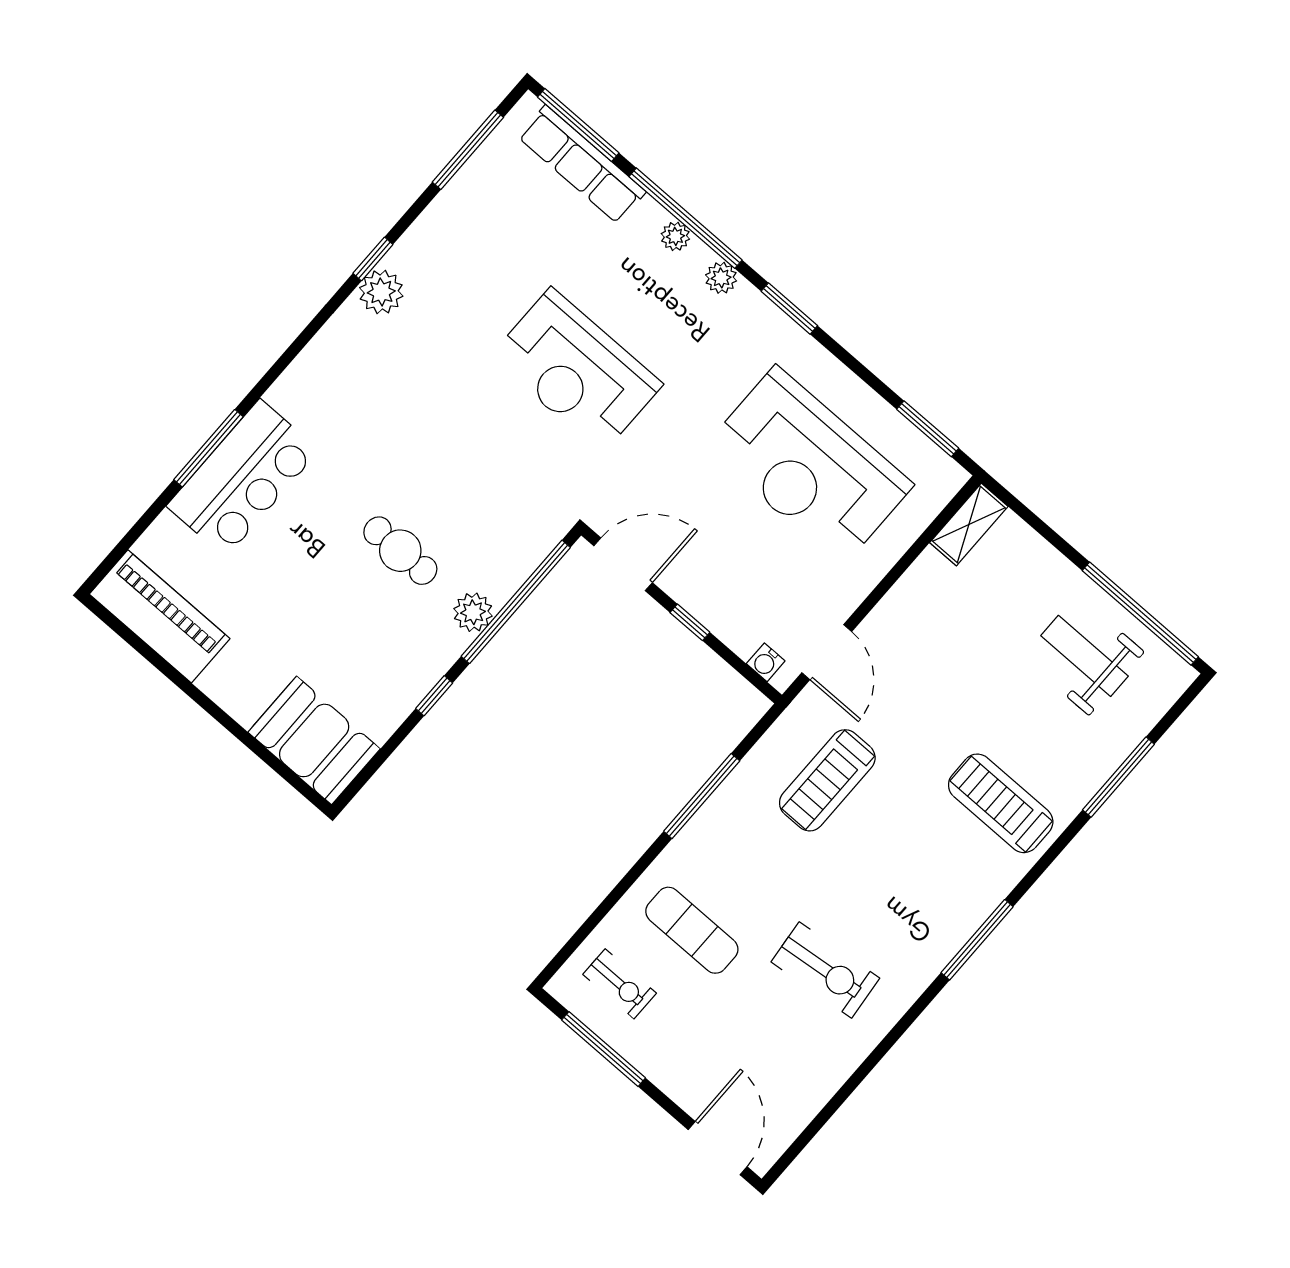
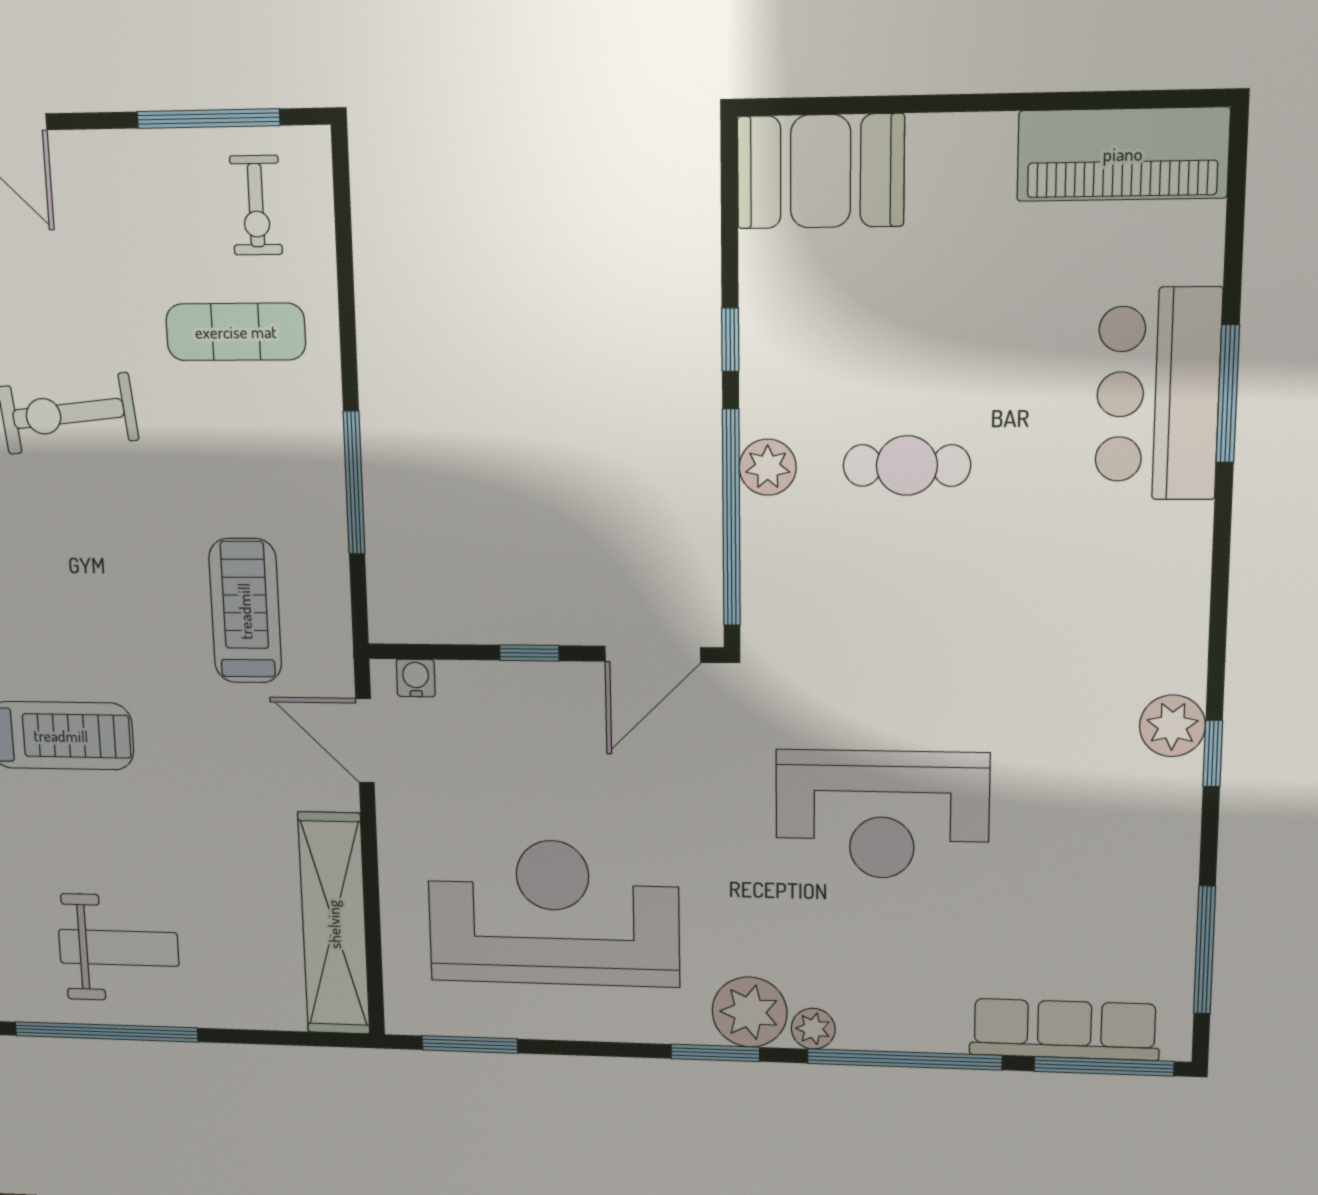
plant: (675, 236) -> (750, 1012), moved, width x1.87, depth x1.87
reception desk: (576, 370) -> (882, 815), turned 180
shelving: (969, 525) -> (334, 924), width x2.20, depth x1.33
exercise bike: (620, 984) -> (256, 205), turned -90

